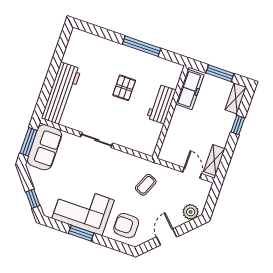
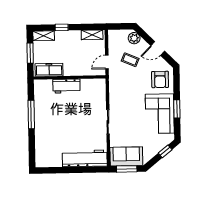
pallet: (124, 88) -> (65, 116), removed
door: (192, 173) -> (107, 62), moved
coffee table: (146, 185) -> (130, 60), moved

